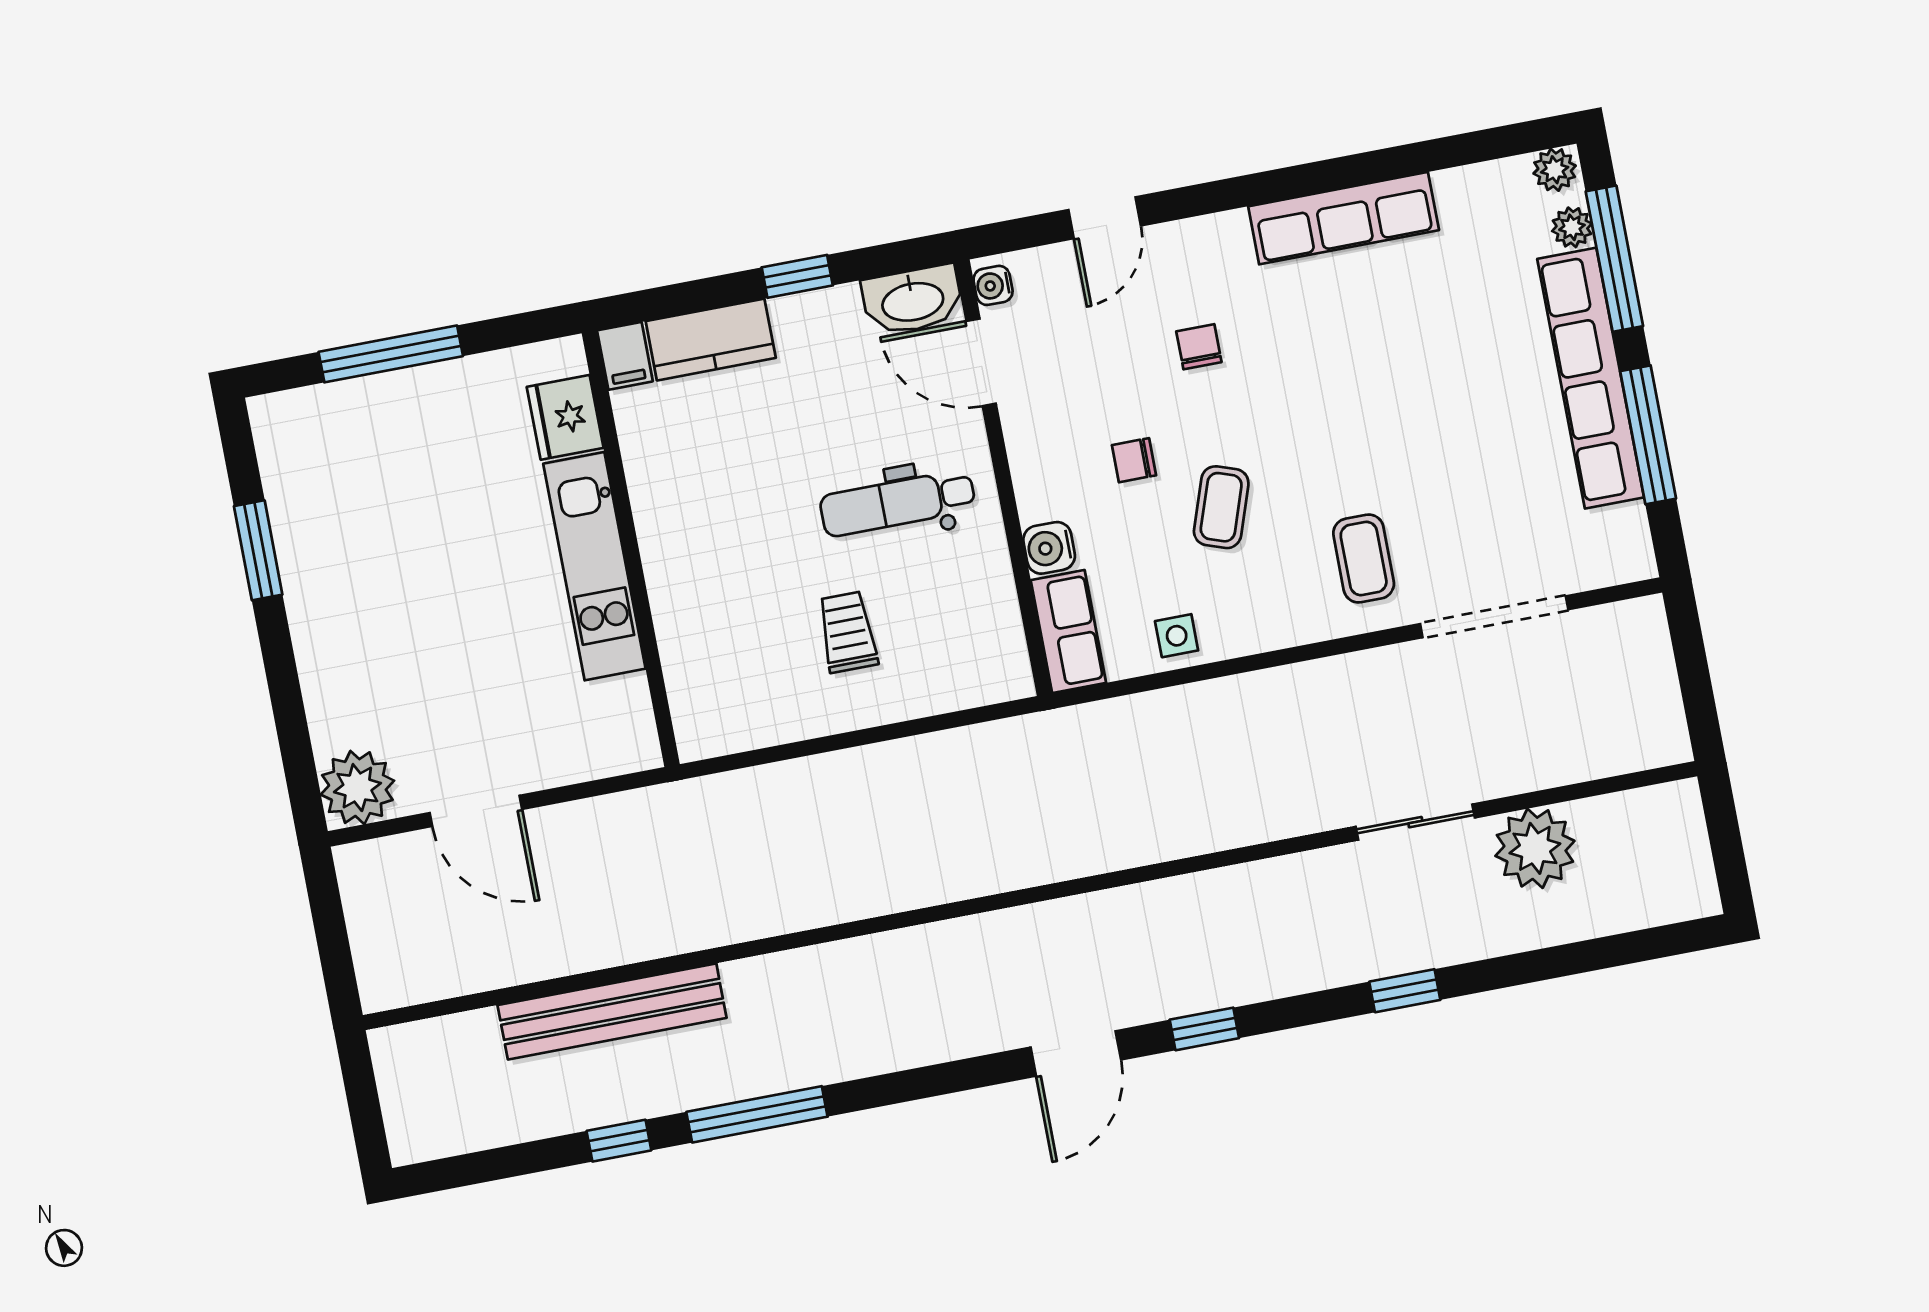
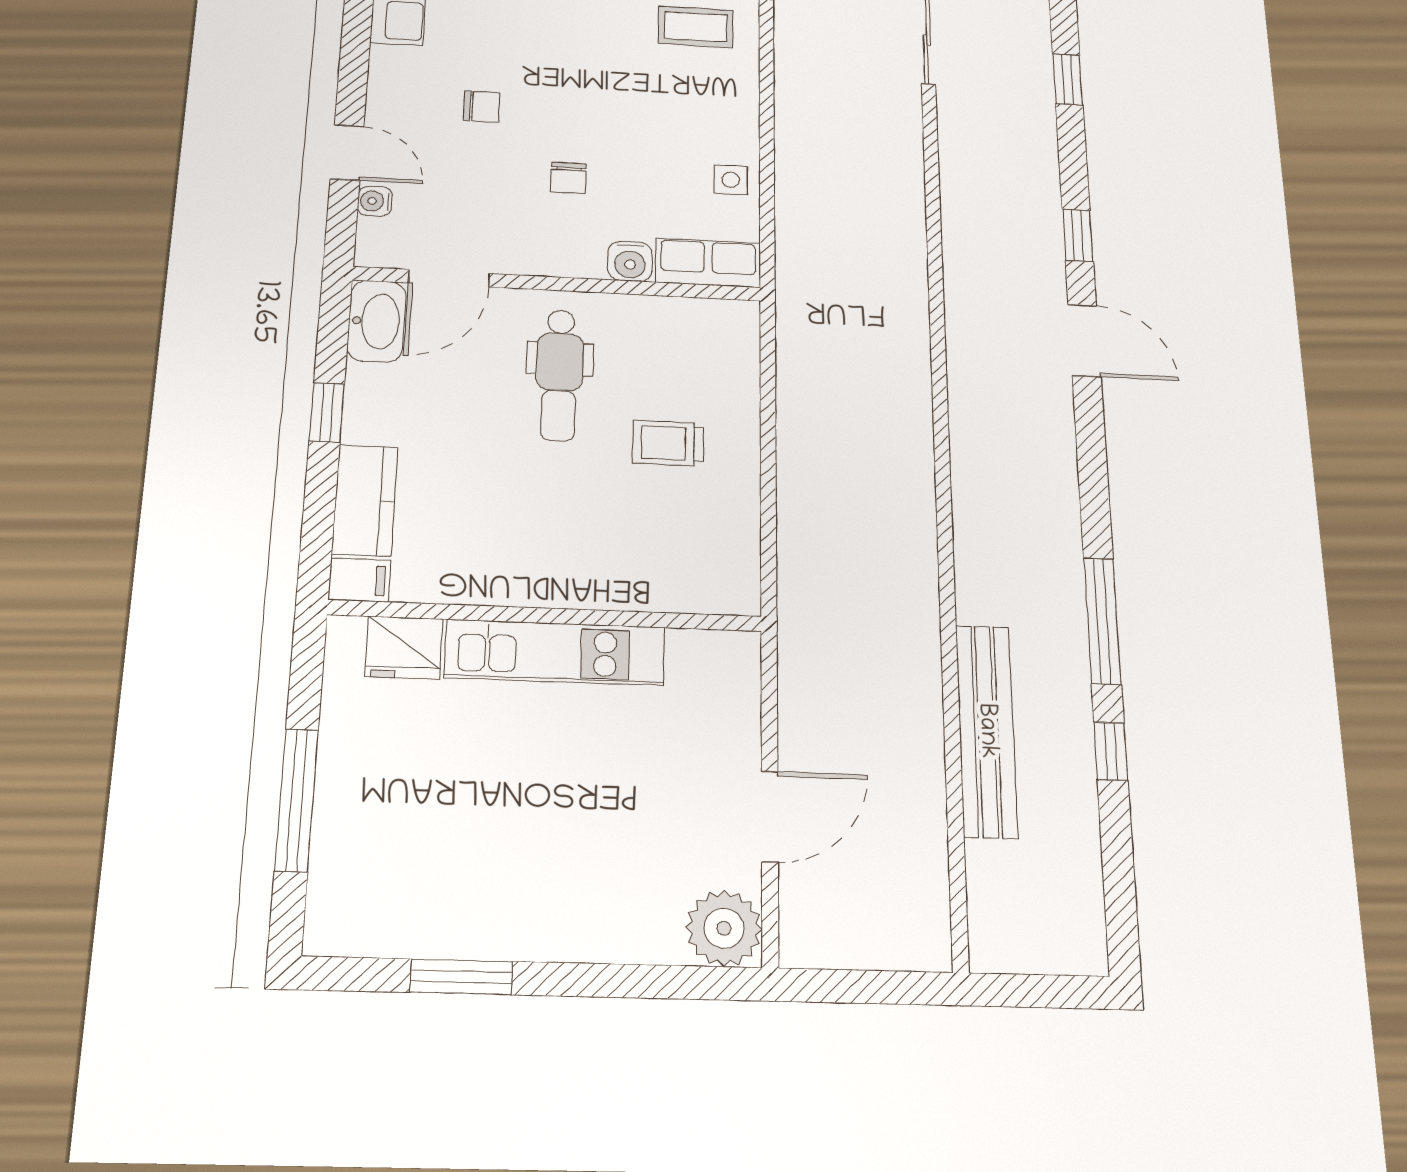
water cooler: (993, 285) -> (375, 201), moved, turned 90
chair: (1199, 347) -> (482, 106), turned 180
coffee table: (1221, 507) -> (626, 121), removed

